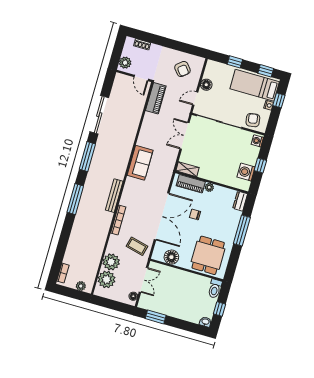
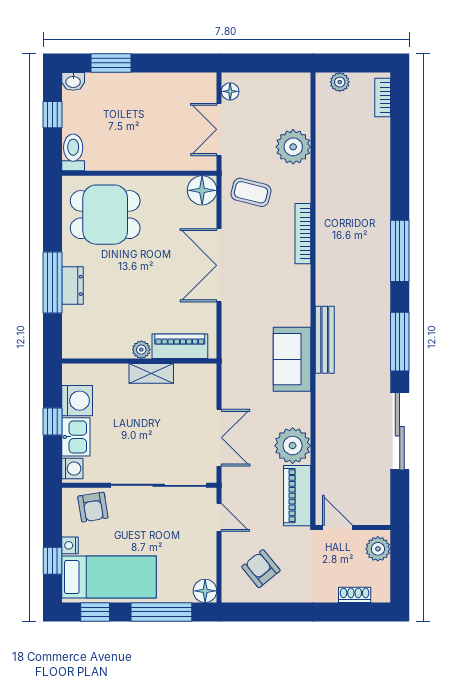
window: (235, 62) -> (161, 612), width x2.17
floor lamp: (206, 85) -> (205, 591), moved
door: (195, 98) -> (219, 517), hinge flipped
kitchen sink: (251, 155) -> (76, 437), added
shelving: (187, 169) -> (151, 373), moved
bench: (114, 196) -> (325, 340), moved
dresser: (240, 201) -> (72, 285), moved
chair: (195, 214) -> (154, 288), removed
double door: (162, 216) -> (219, 265), width x0.73
dining table: (208, 255) -> (105, 215), turned 90
floor lamp: (171, 257) -> (202, 190), moved
plant: (107, 279) -> (293, 446), moved
window: (156, 317) -> (111, 63), moved

